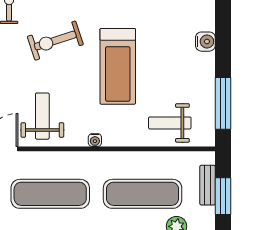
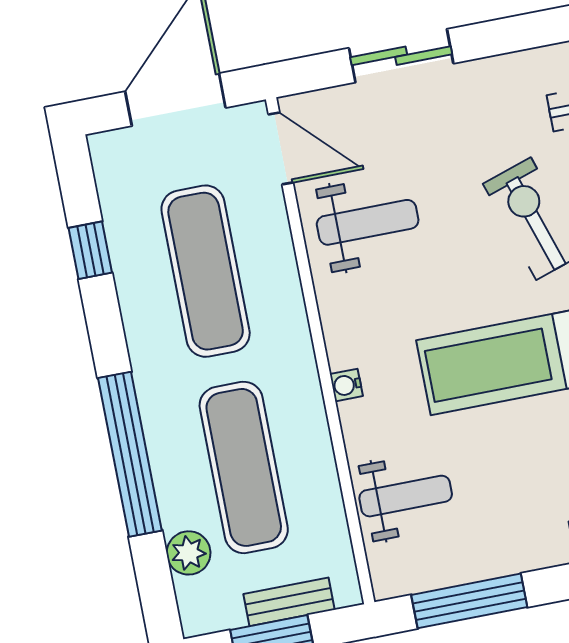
weight bench: (170, 123) -> (406, 496), turned 90
water cooler: (95, 140) -> (346, 385), moved

